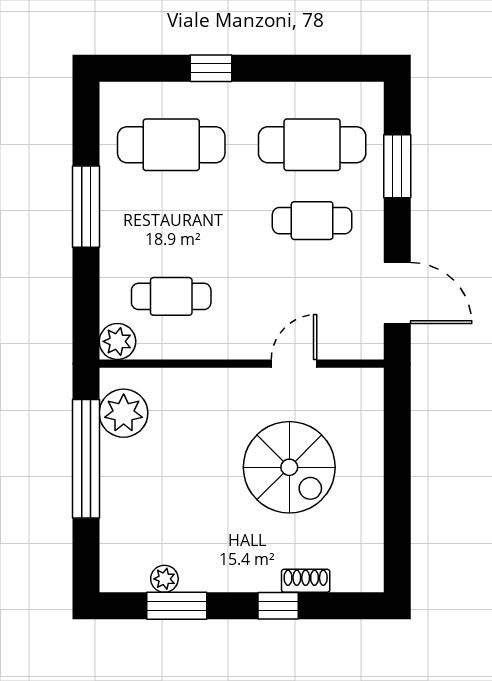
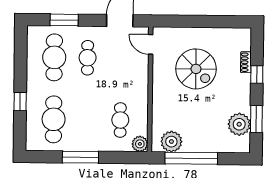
door: (294, 364) -> (151, 44), moved
spiral stairs: (289, 467) -> (196, 69), turned 90
plant: (164, 579) -> (239, 124), width x1.87, depth x1.87

